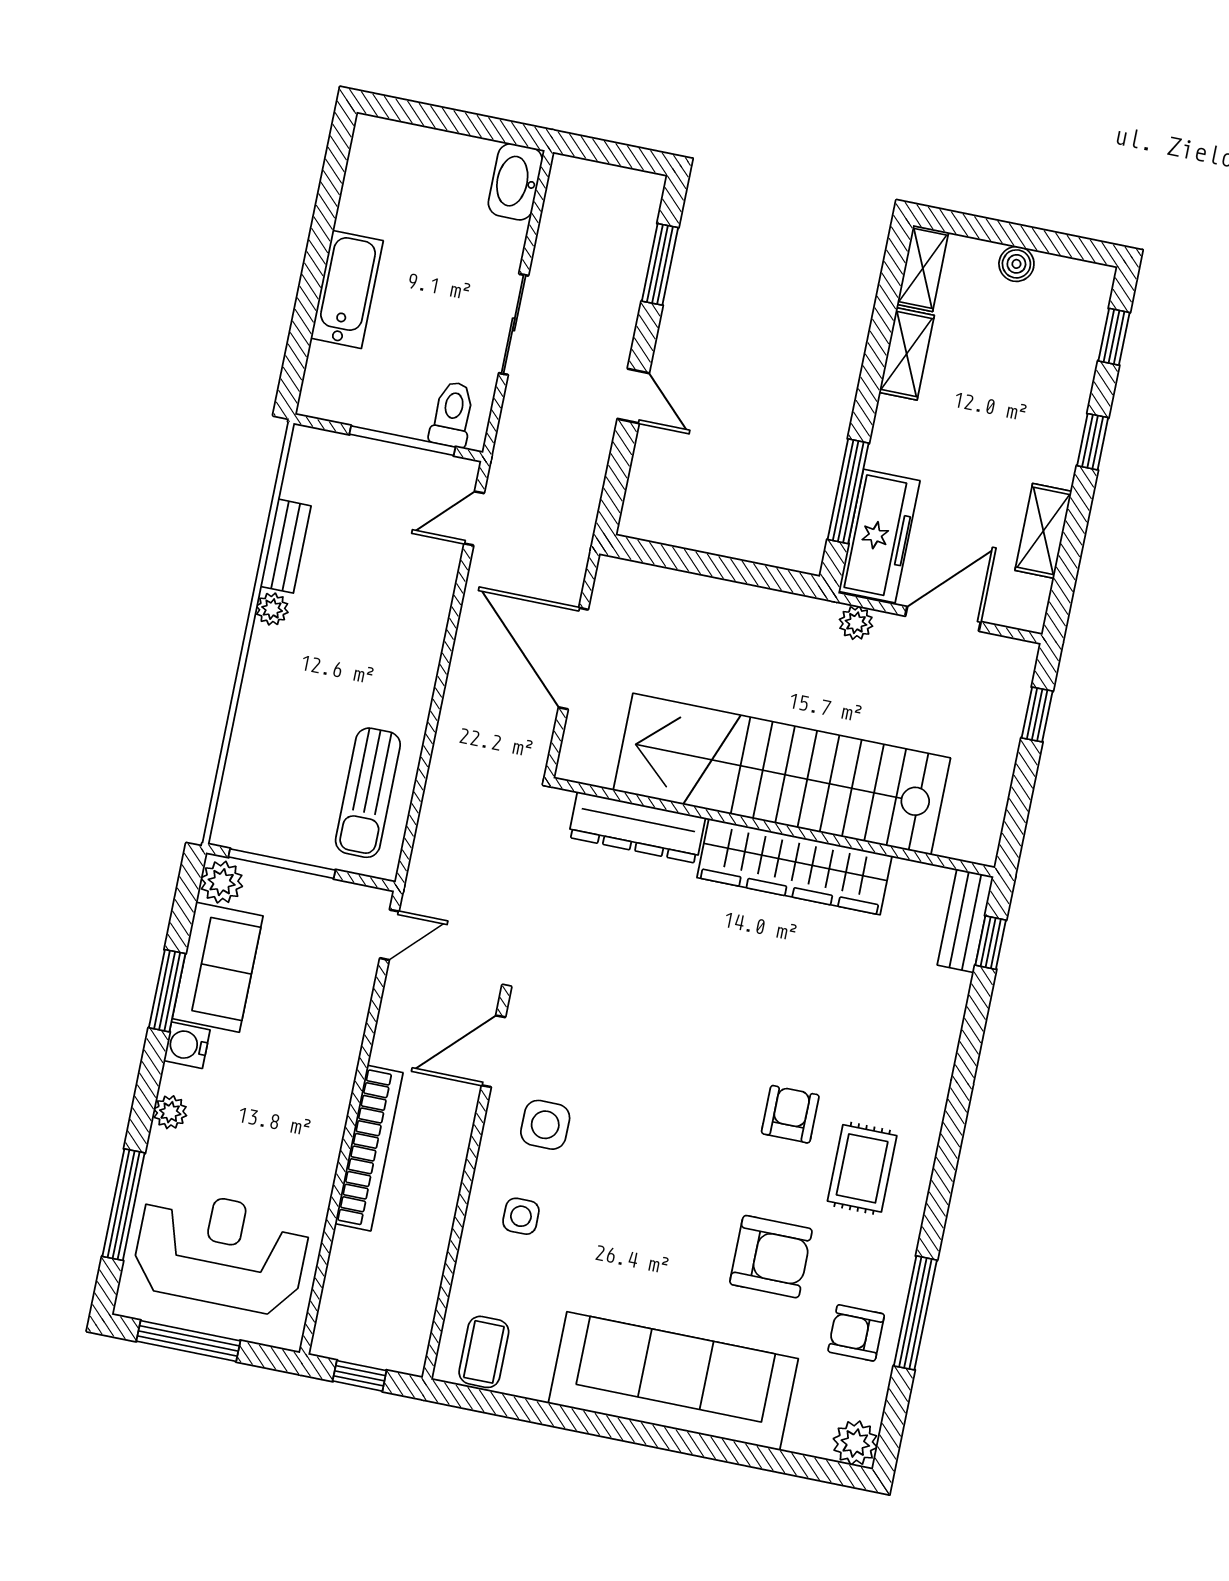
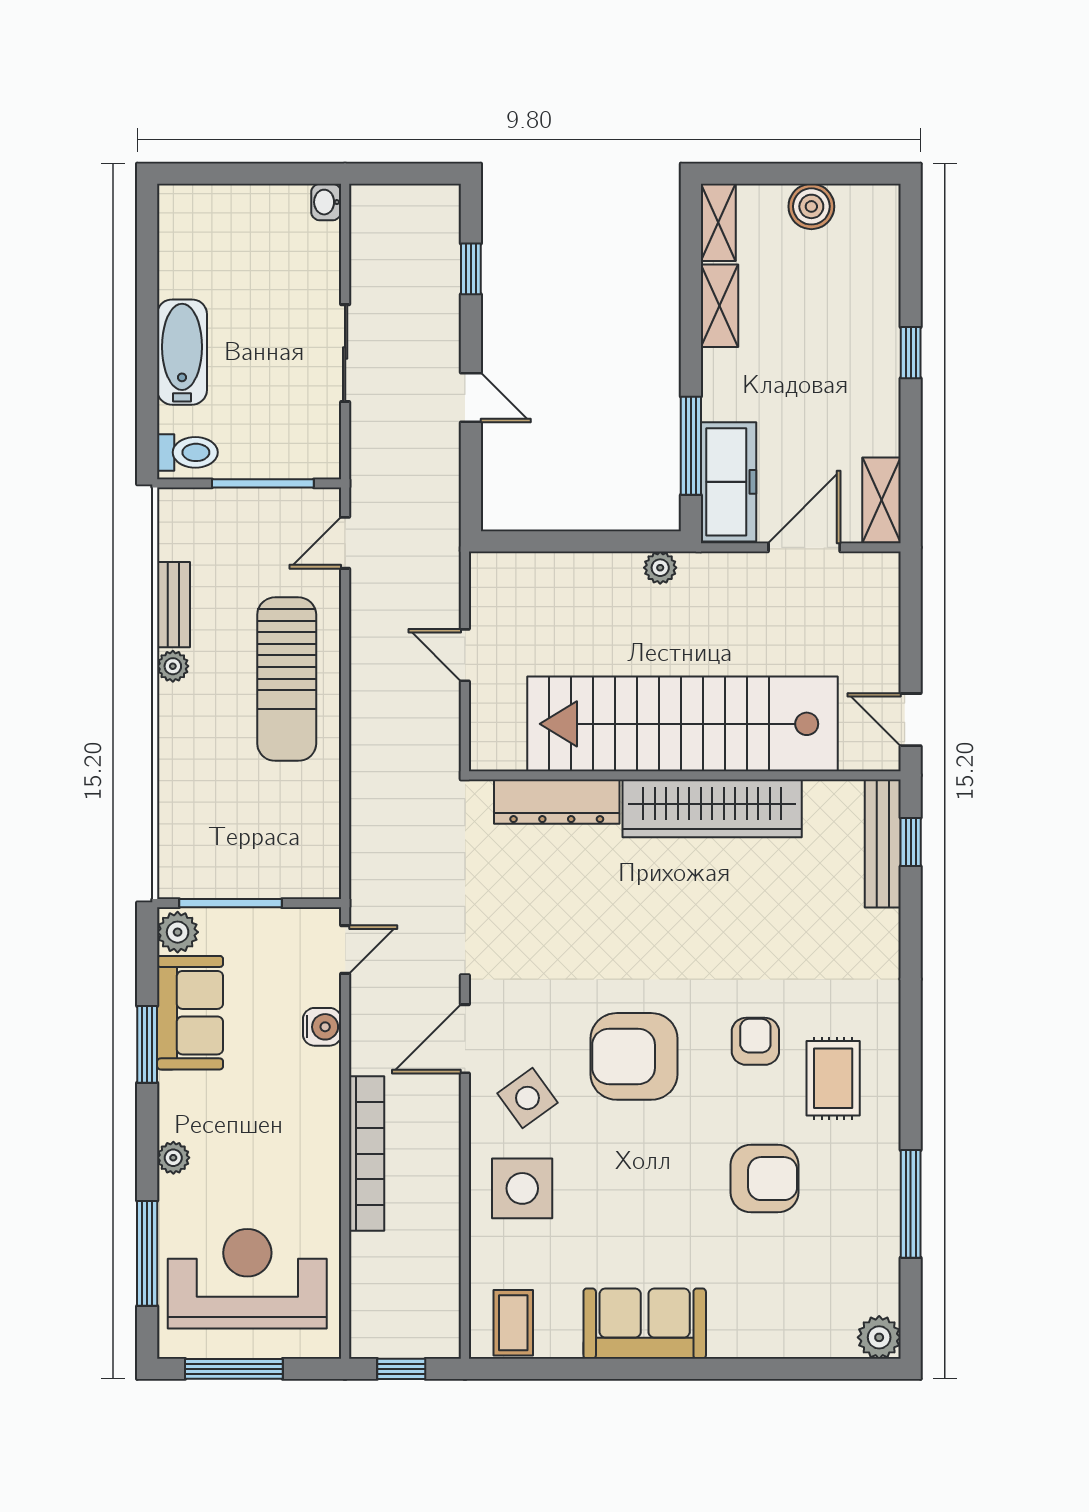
washbasin: (515, 182) -> (326, 202), width x0.52, depth x0.69
window: (660, 264) -> (471, 269), width x0.67
boiler: (1016, 264) -> (811, 206), width x1.36, depth x1.36
window: (1114, 337) -> (911, 250), removed
toilet: (452, 414) -> (187, 452), moved, turned 90
shelving: (1043, 531) -> (882, 500), moved
plant: (856, 623) -> (660, 568), moved
door: (573, 658) -> (465, 655), width x0.53
window: (1037, 714) -> (911, 619), removed
sun lounger: (368, 793) -> (287, 679), moved, width x1.36, depth x1.34
door: (1016, 817) -> (911, 720), added
bench: (965, 921) -> (883, 843), width x1.36
water cooler: (187, 1045) -> (322, 1027), moved, turned 180
side table: (545, 1125) -> (527, 1098), turned -36
side table: (521, 1216) -> (522, 1188), width x1.87, depth x1.87
armchair: (856, 1333) -> (634, 1056), moved, width x1.88, depth x1.88
sofa: (673, 1381) -> (645, 1324), width x0.54, depth x0.79

